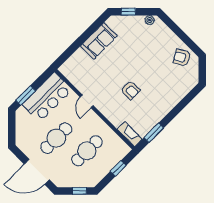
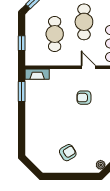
armchair: (182, 58) -> (68, 153), moved
armchair: (130, 90) -> (84, 98), moved

